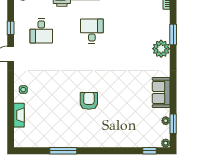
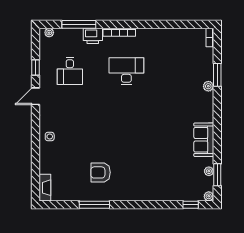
desk: (92, 31) -> (126, 71), width x1.37
plant: (161, 49) -> (208, 86), width x0.53, depth x0.53
armchair: (89, 101) -> (101, 172), moved, turned -90
fireplace: (19, 115) -> (45, 188), moved

